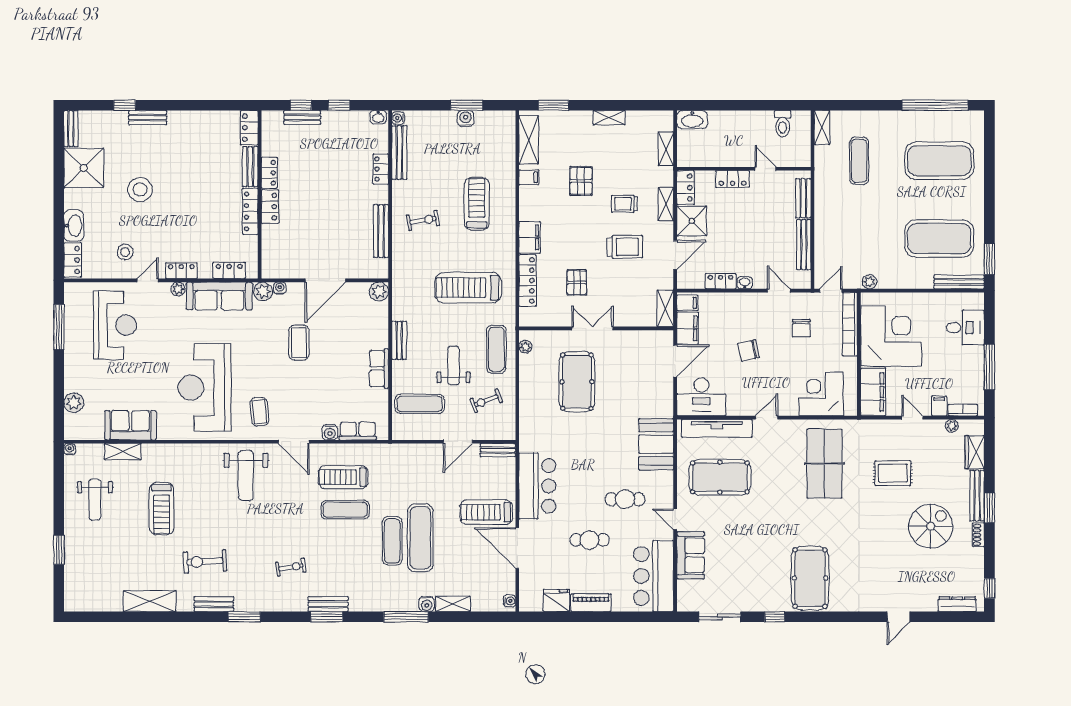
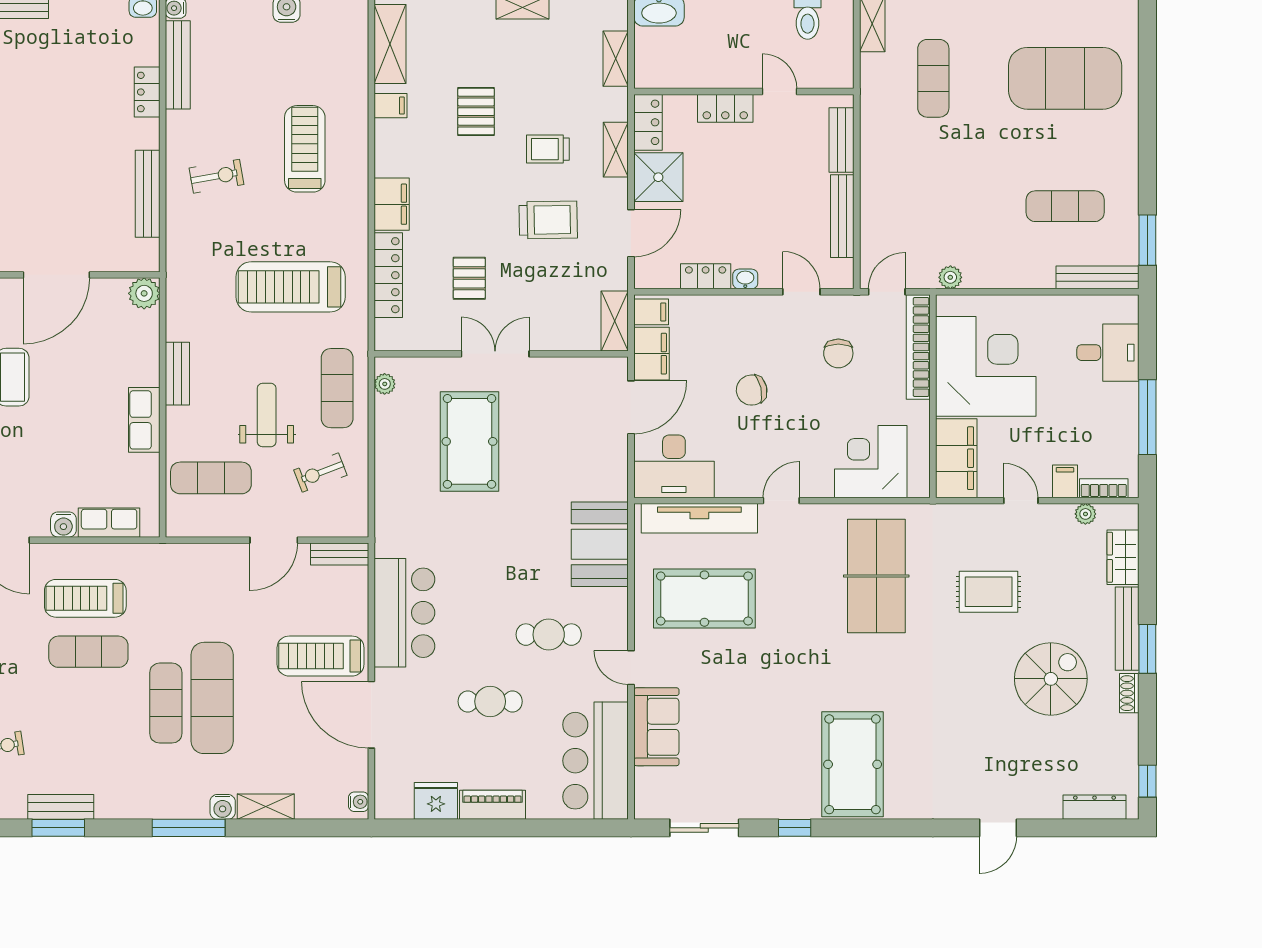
exercise mat: (939, 239) -> (1065, 206), width x0.50, depth x0.69

